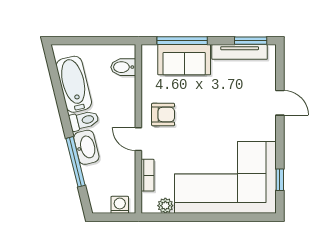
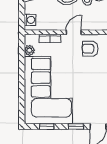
armchair: (163, 115) -> (90, 49), turned 90
window: (280, 136) -> (76, 126), added

